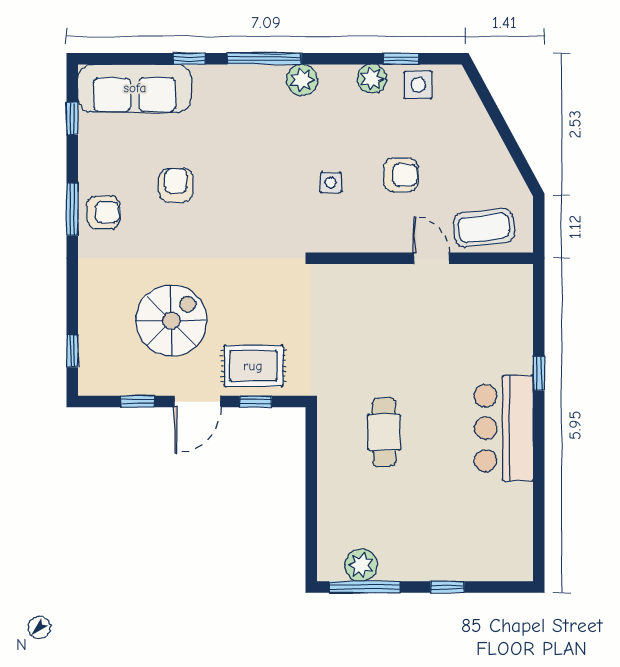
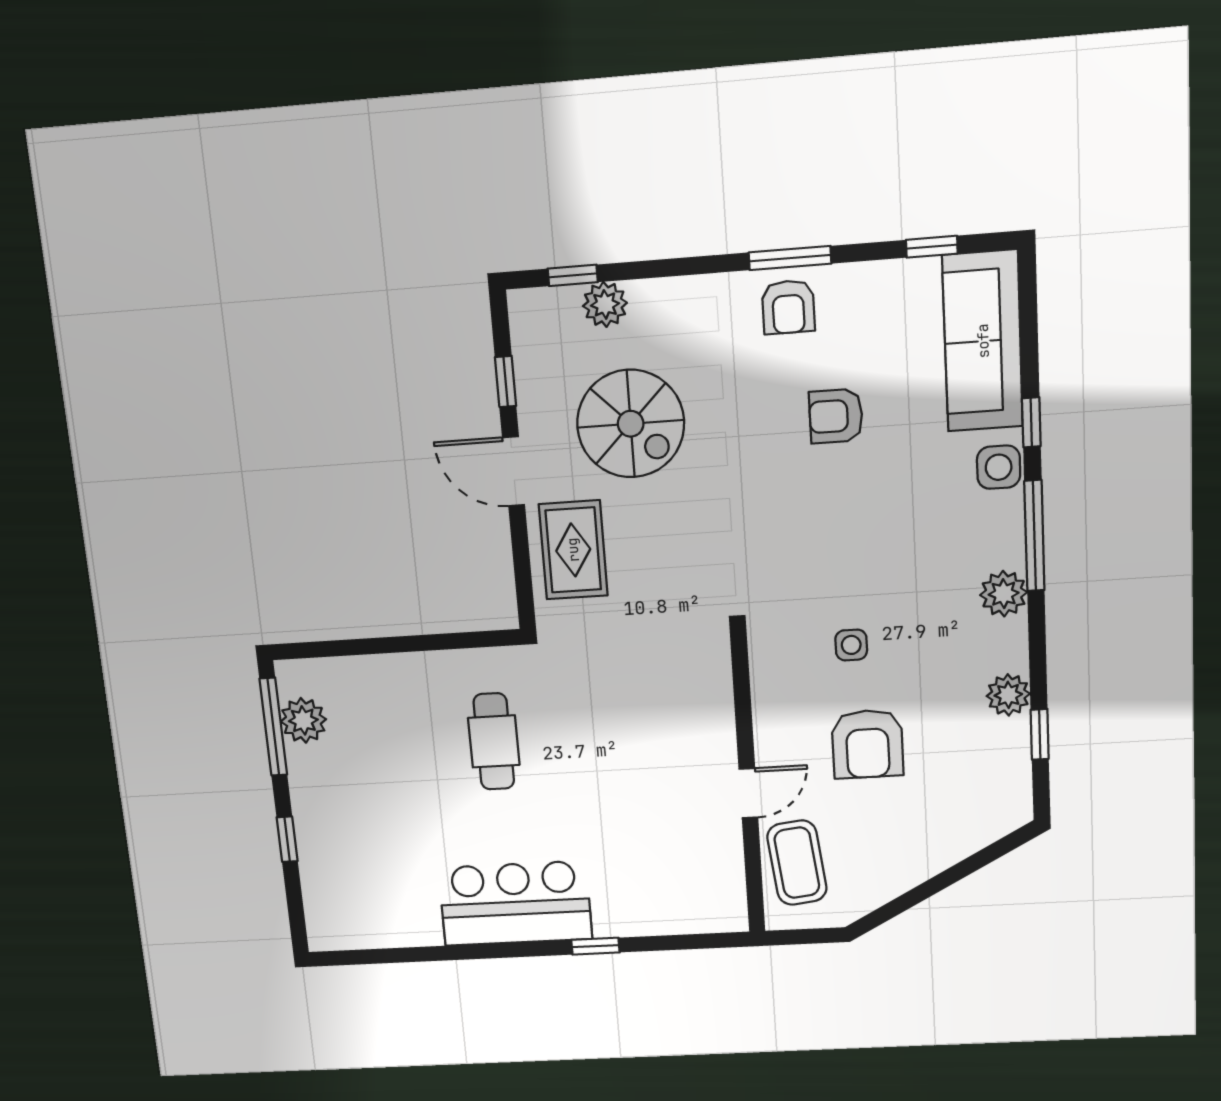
side table: (418, 85) -> (999, 467), moved
armchair: (401, 175) -> (867, 744), width x1.38, depth x1.38
armchair: (176, 185) -> (836, 416), turned 180
plant: (93, 331) -> (605, 304), added
window: (256, 402) -> (521, 557), removed
cafe table: (384, 432) -> (494, 741), turned 90

